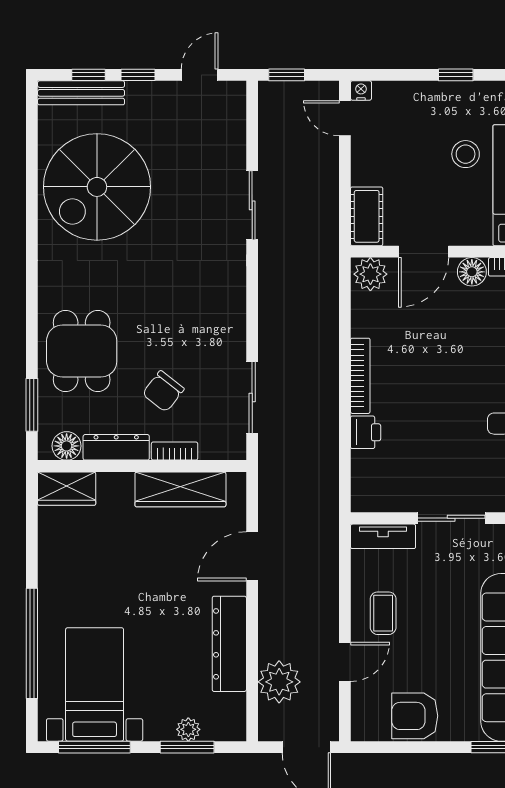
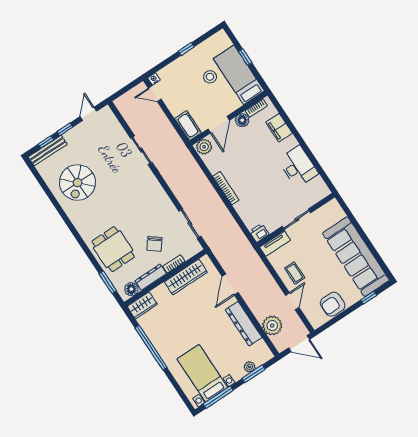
window: (287, 75) -> (122, 92), removed
spiral stairs: (97, 187) -> (77, 183), width x0.73, depth x0.73
printer: (366, 432) -> (259, 233), moved, turned -90
window: (32, 643) -> (151, 348), moved

